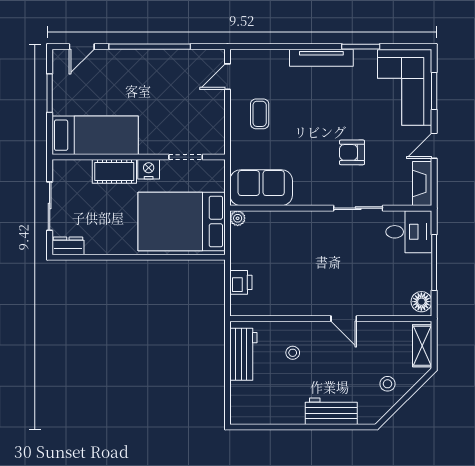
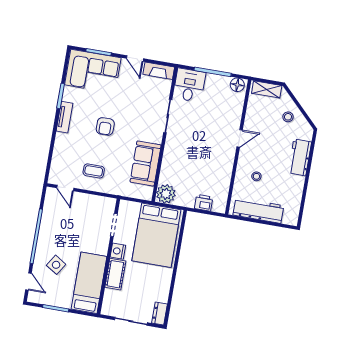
tv unit: (321, 58) -> (64, 117), width x0.71
side table: (113, 83) -> (56, 265), added
armchair: (352, 152) -> (105, 126), moved
sofa: (261, 188) -> (146, 163), moved
plant: (238, 218) -> (166, 194), width x1.88, depth x1.88
workbench: (243, 354) -> (258, 210), width x1.38

